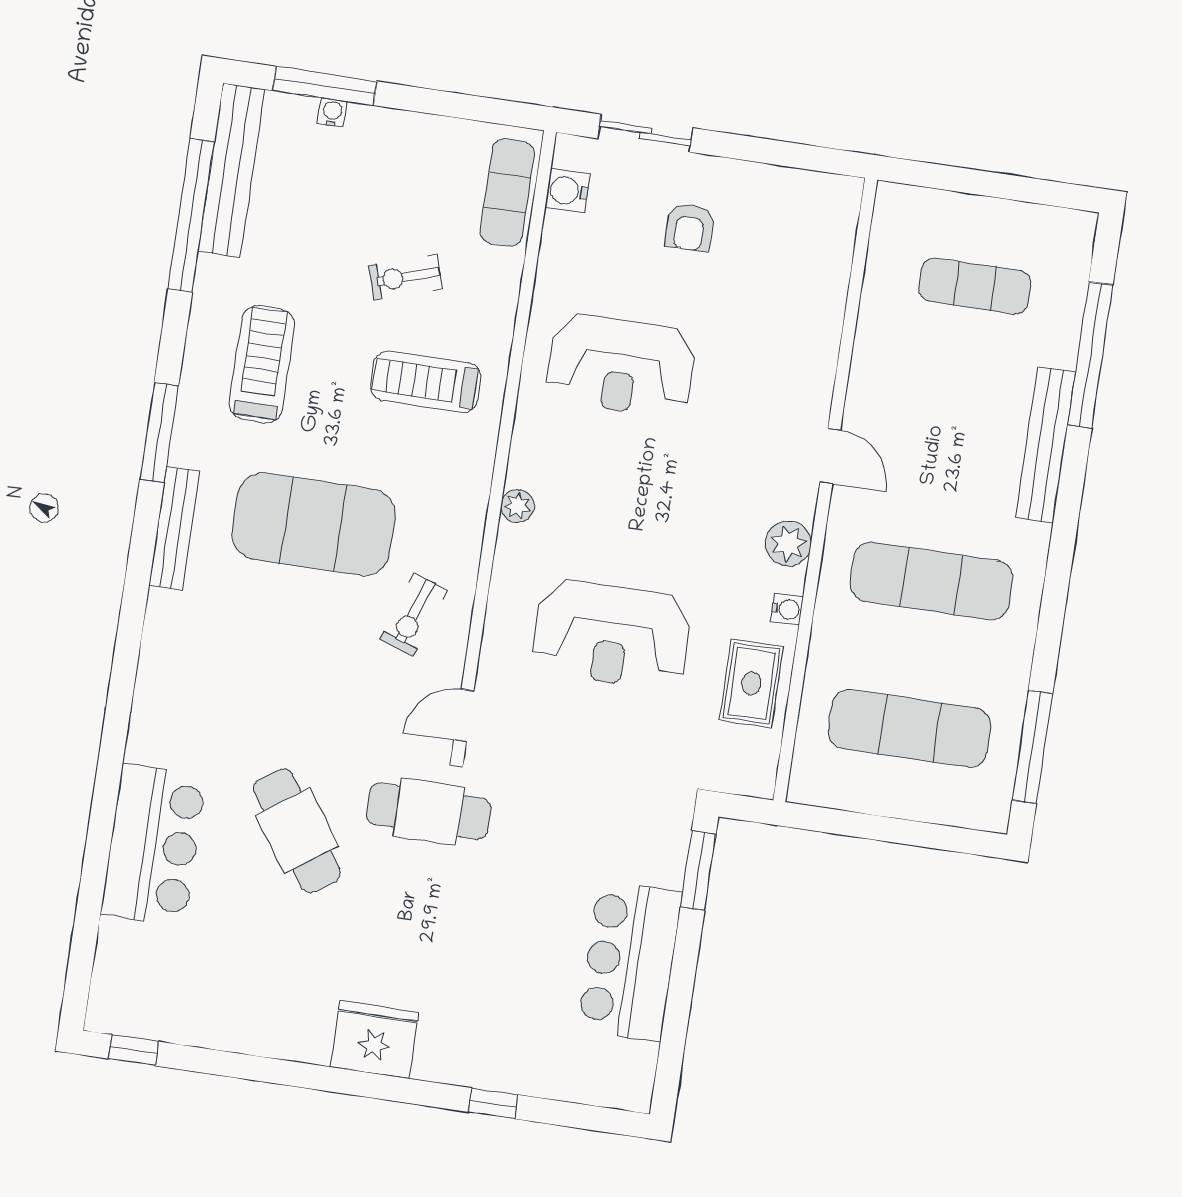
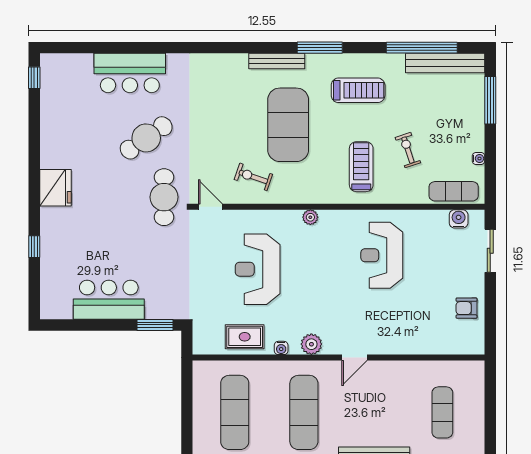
water cooler: (332, 112) -> (479, 158), moved
armchair: (690, 227) -> (467, 308), moved

